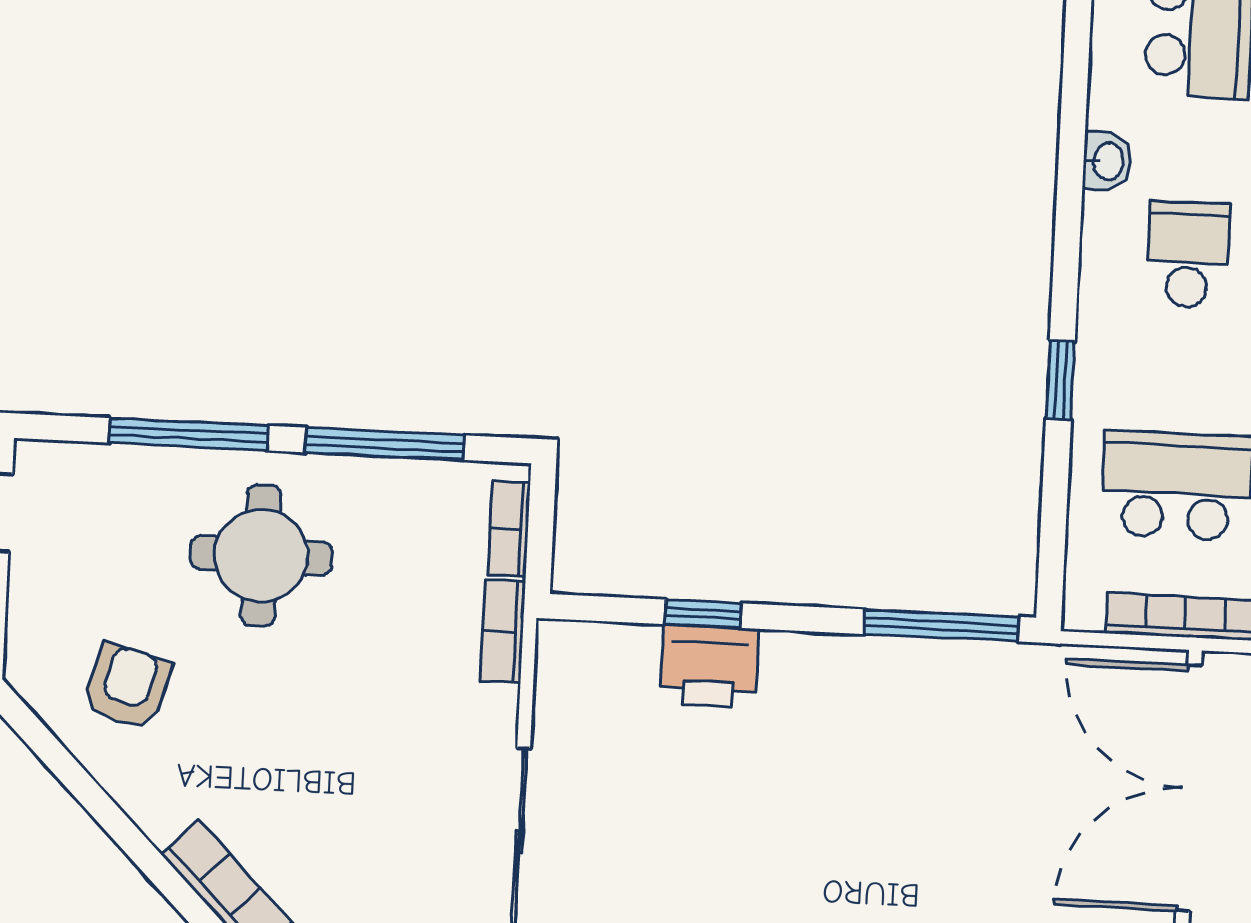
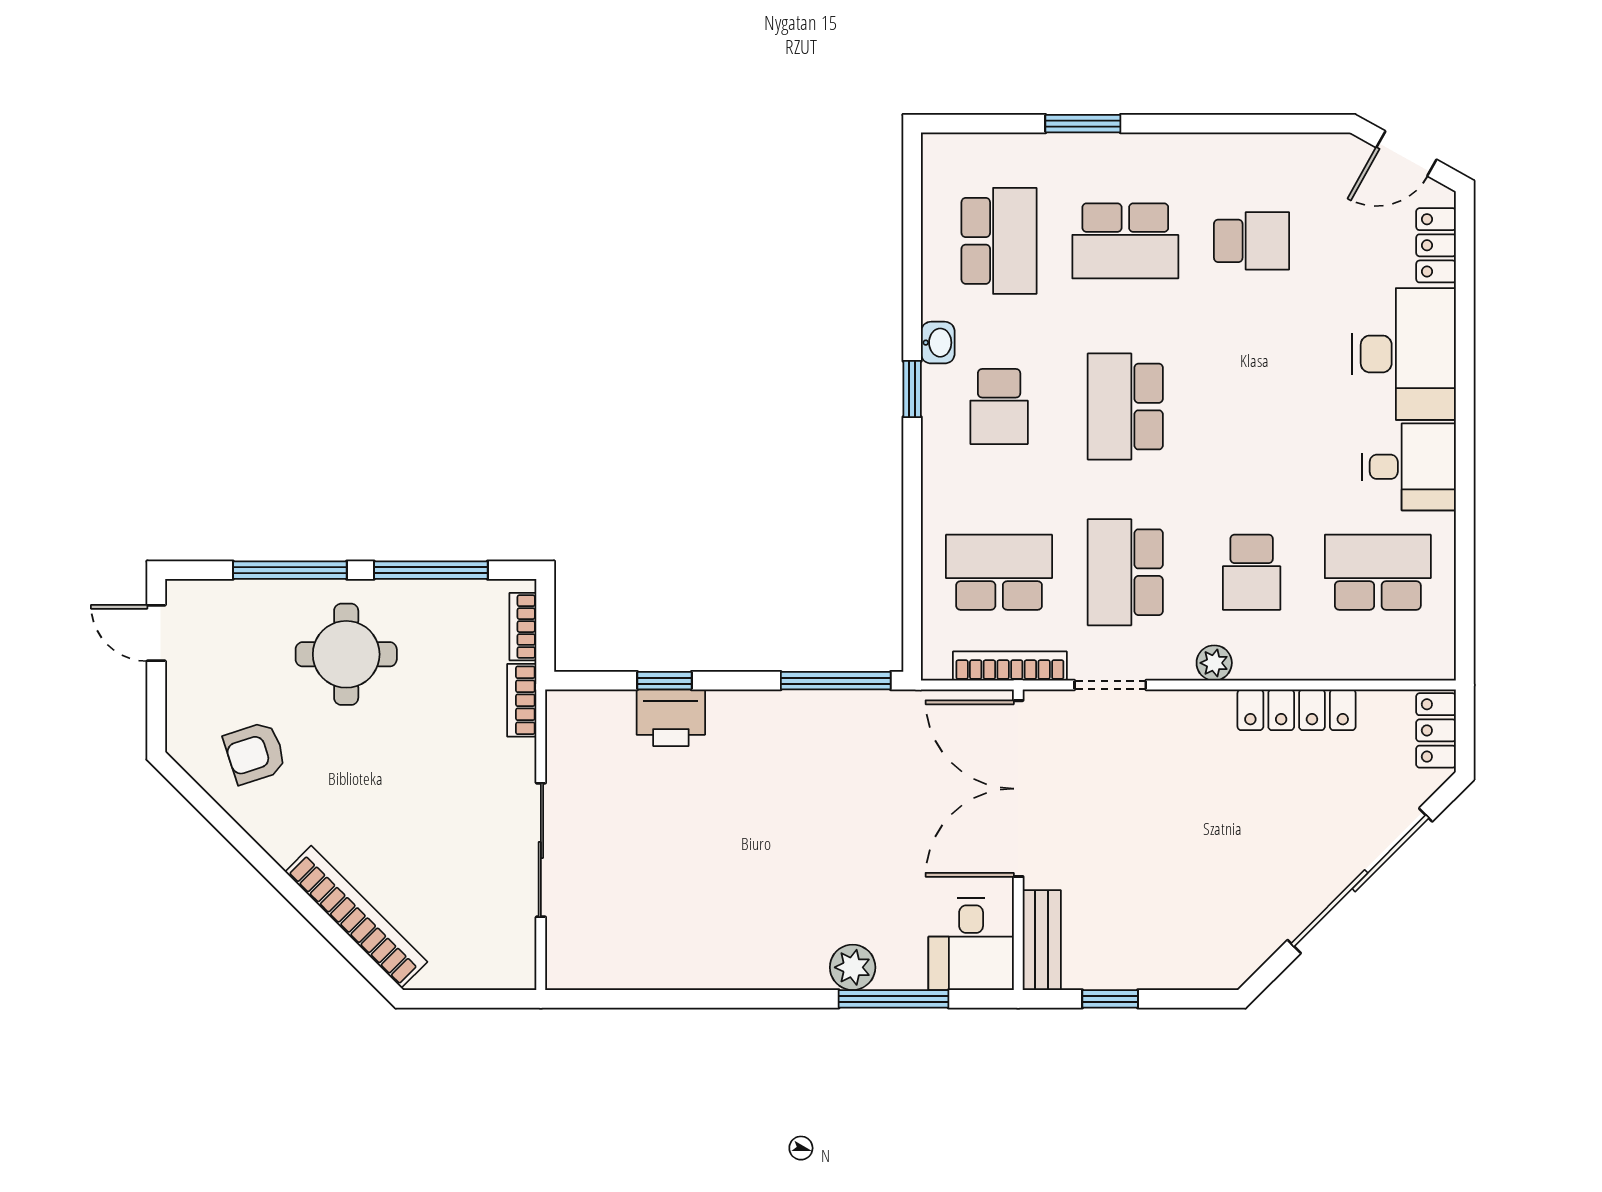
school desk: (1188, 255) -> (999, 407), turned 180
window: (1060, 380) -> (912, 389), moved
armchair: (127, 687) -> (255, 753), turned -123

